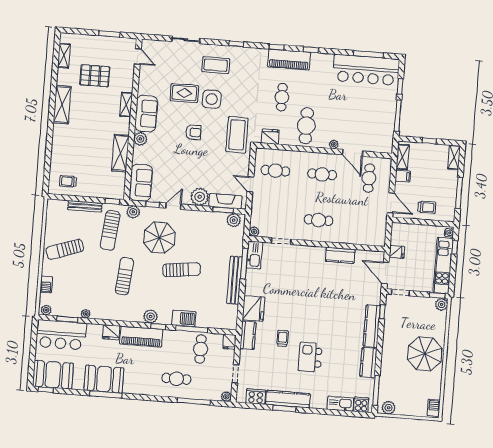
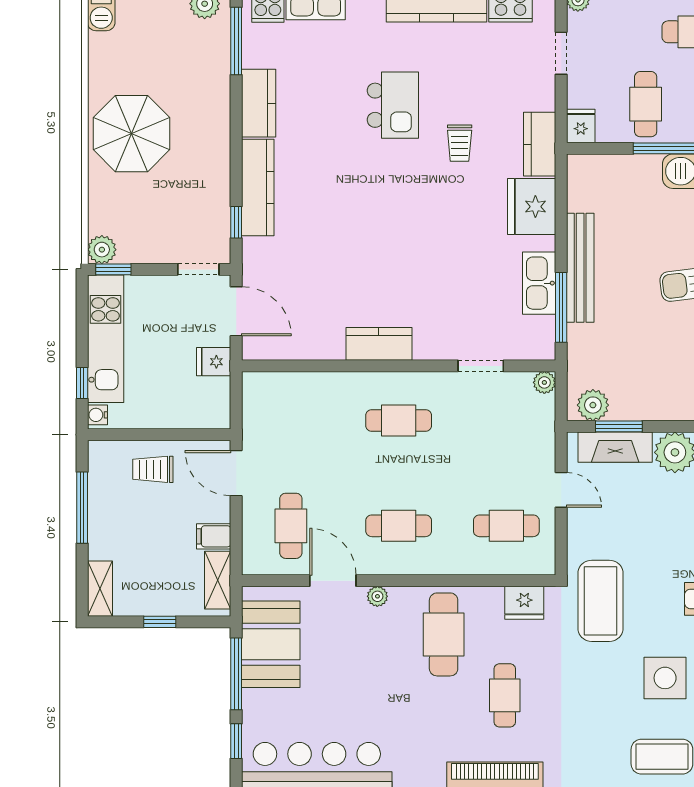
booth: (382, 127) -> (271, 644), added
kitchen sink: (254, 255) -> (539, 283), moved
kitchen counter: (340, 255) -> (379, 344), moved

